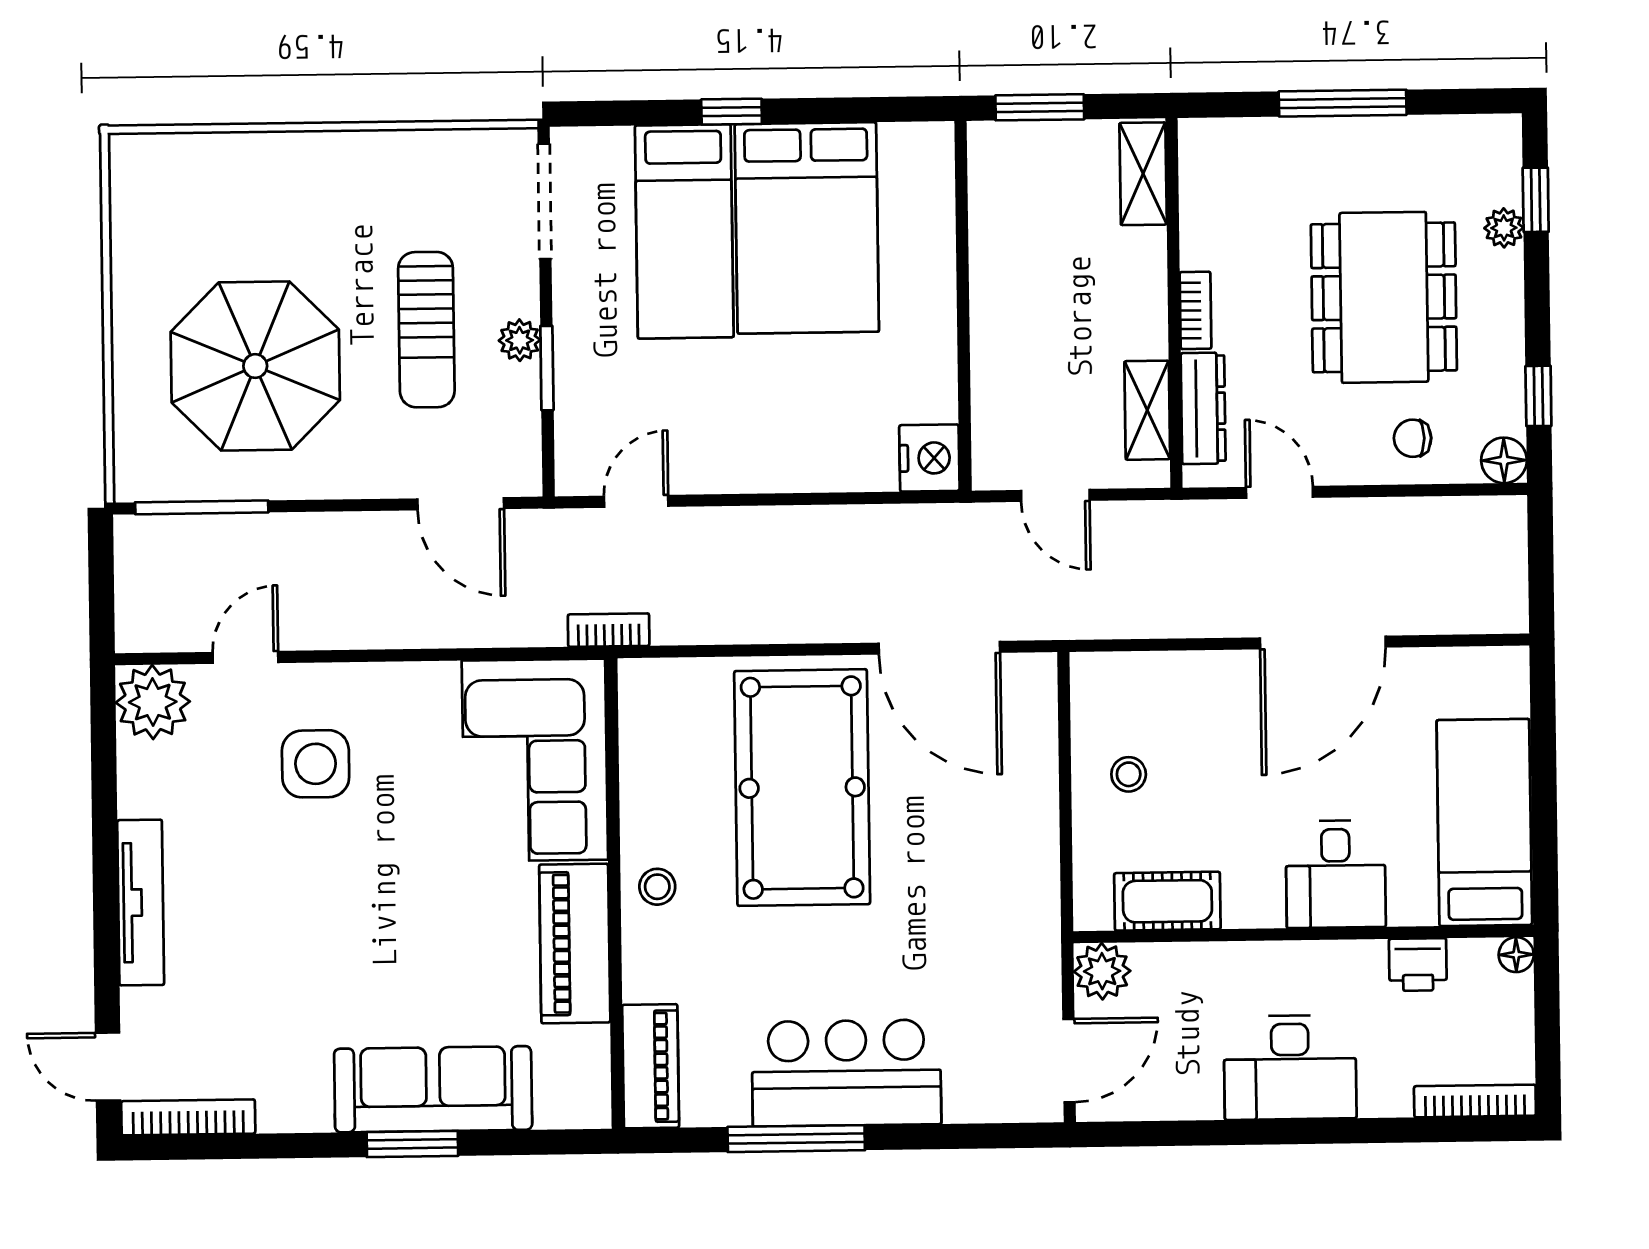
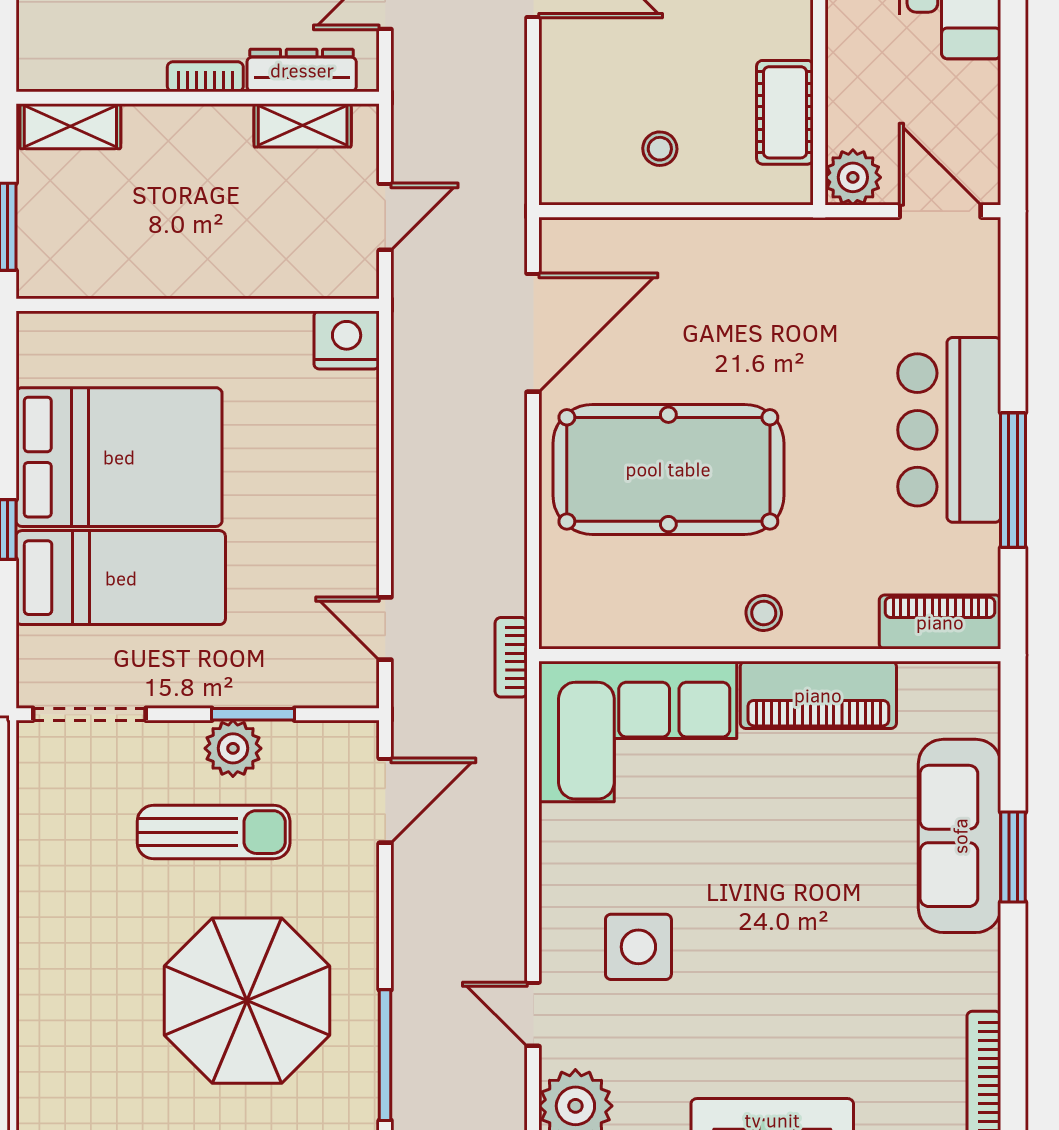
plant: (520, 340) -> (233, 748), width x1.38, depth x1.38

